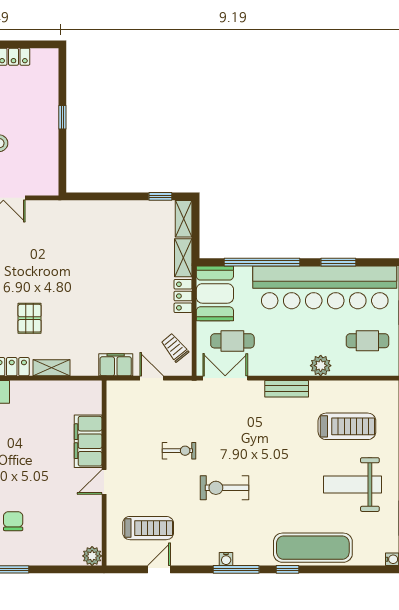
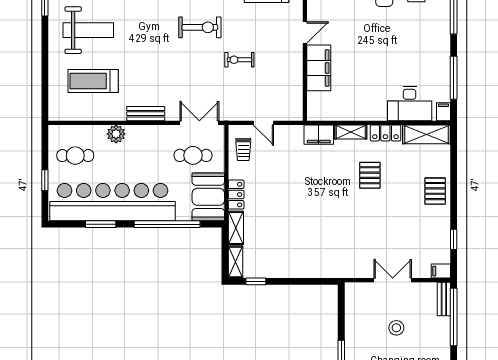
trolley: (175, 348) -> (243, 150), turned 39
filing cabinet: (116, 365) -> (319, 135), moved
double door: (225, 378) -> (199, 123), swing flipped

